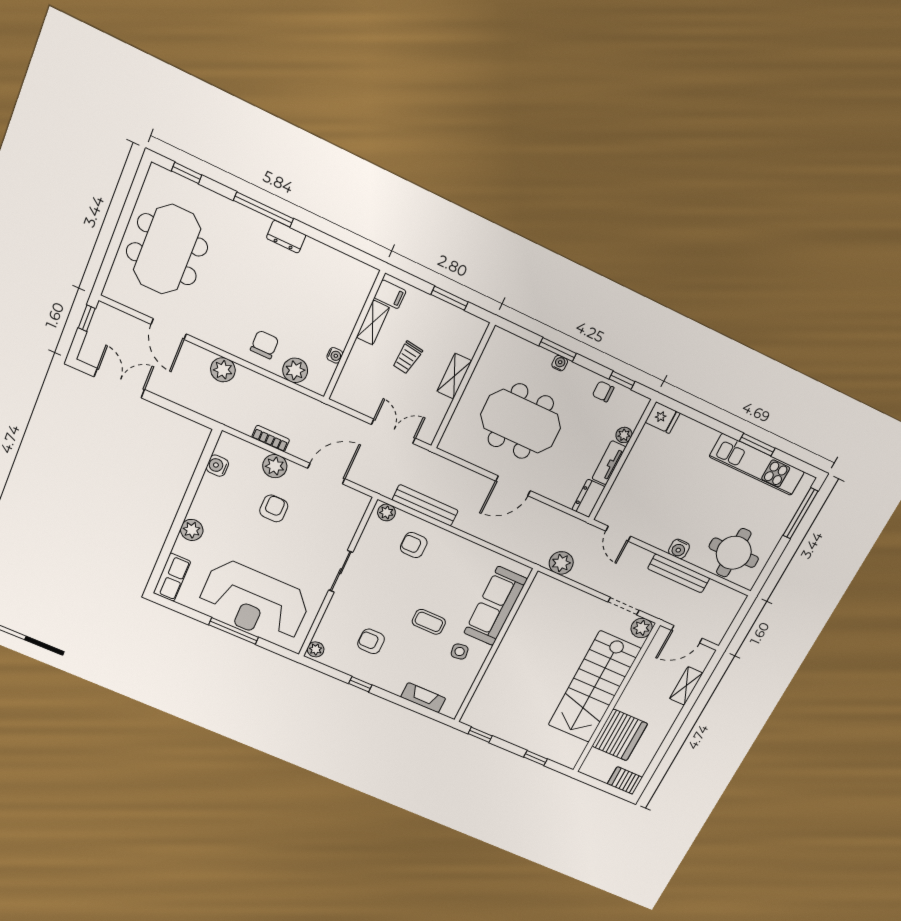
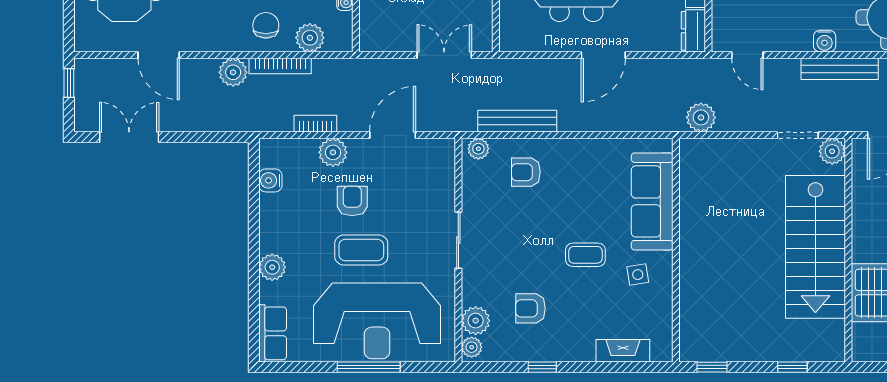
bookcase: (262, 382) -> (280, 66), added
coffee table: (265, 547) -> (361, 250), added
plant: (327, 633) -> (476, 321), added

